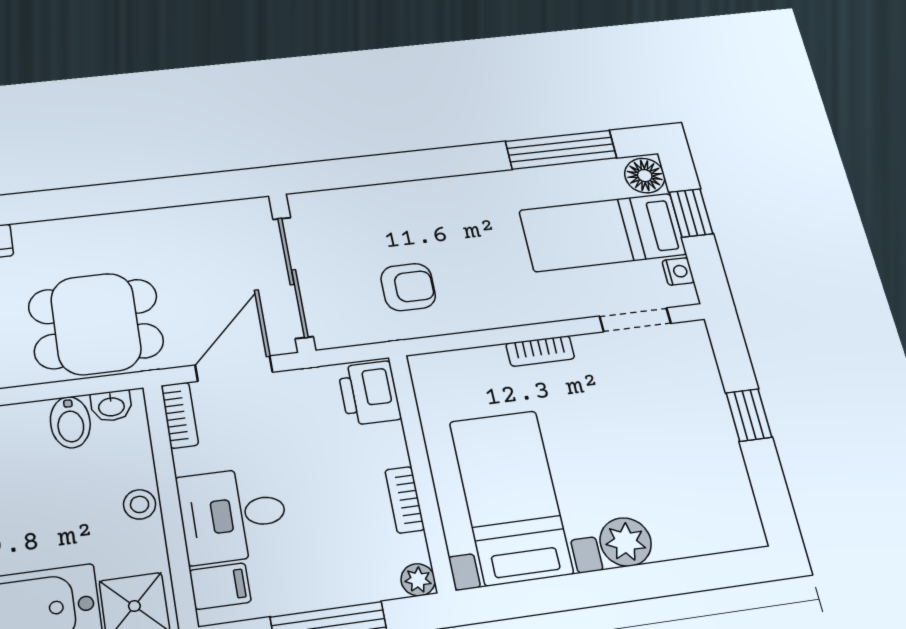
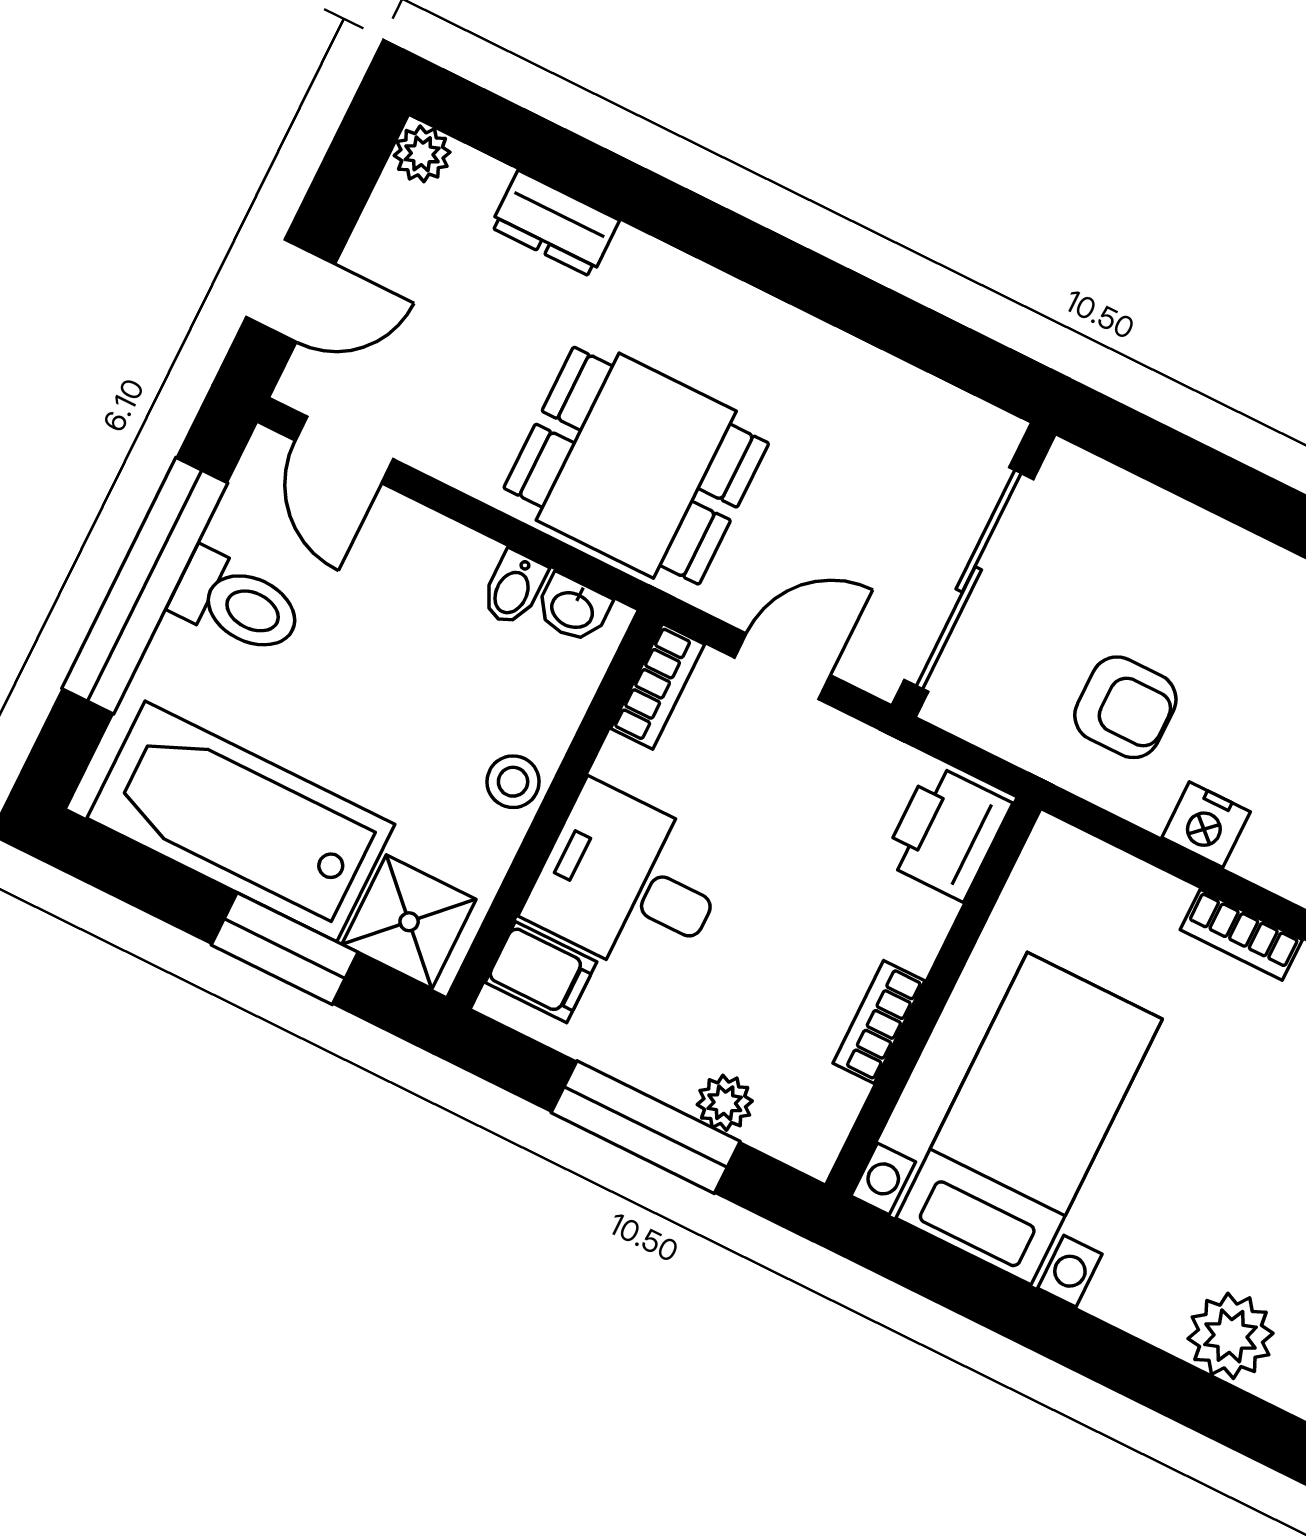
nightstand: (485, 314) -> (1206, 825), added
door: (234, 369) -> (783, 666), width x0.73
bidet: (70, 422) -> (514, 588), width x0.72, depth x0.74
plant: (626, 542) -> (1231, 1336), moved
plant: (418, 580) -> (725, 1103), moved

